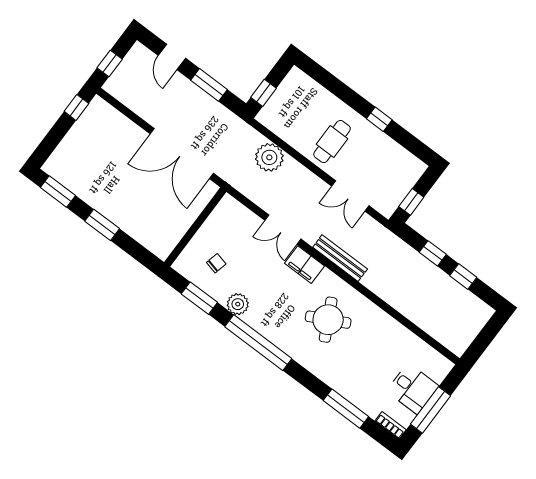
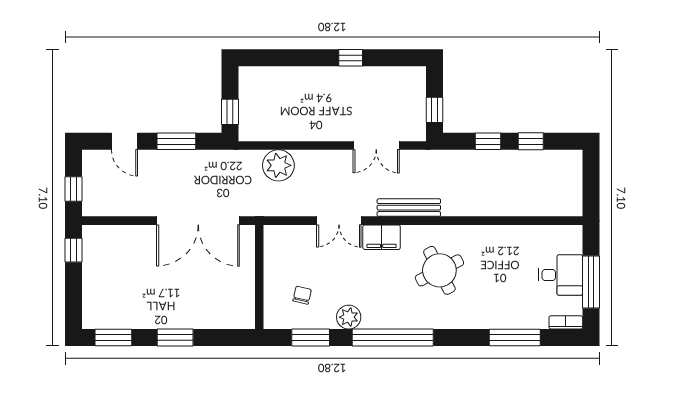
cafe table: (332, 142) -> (324, 109), removed

